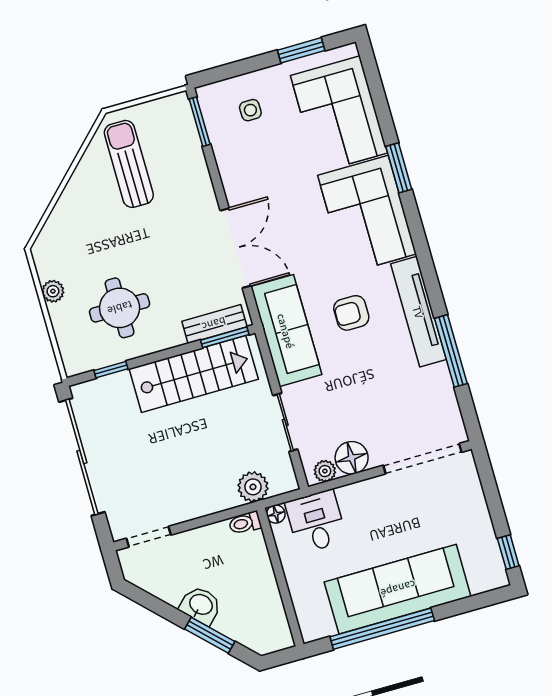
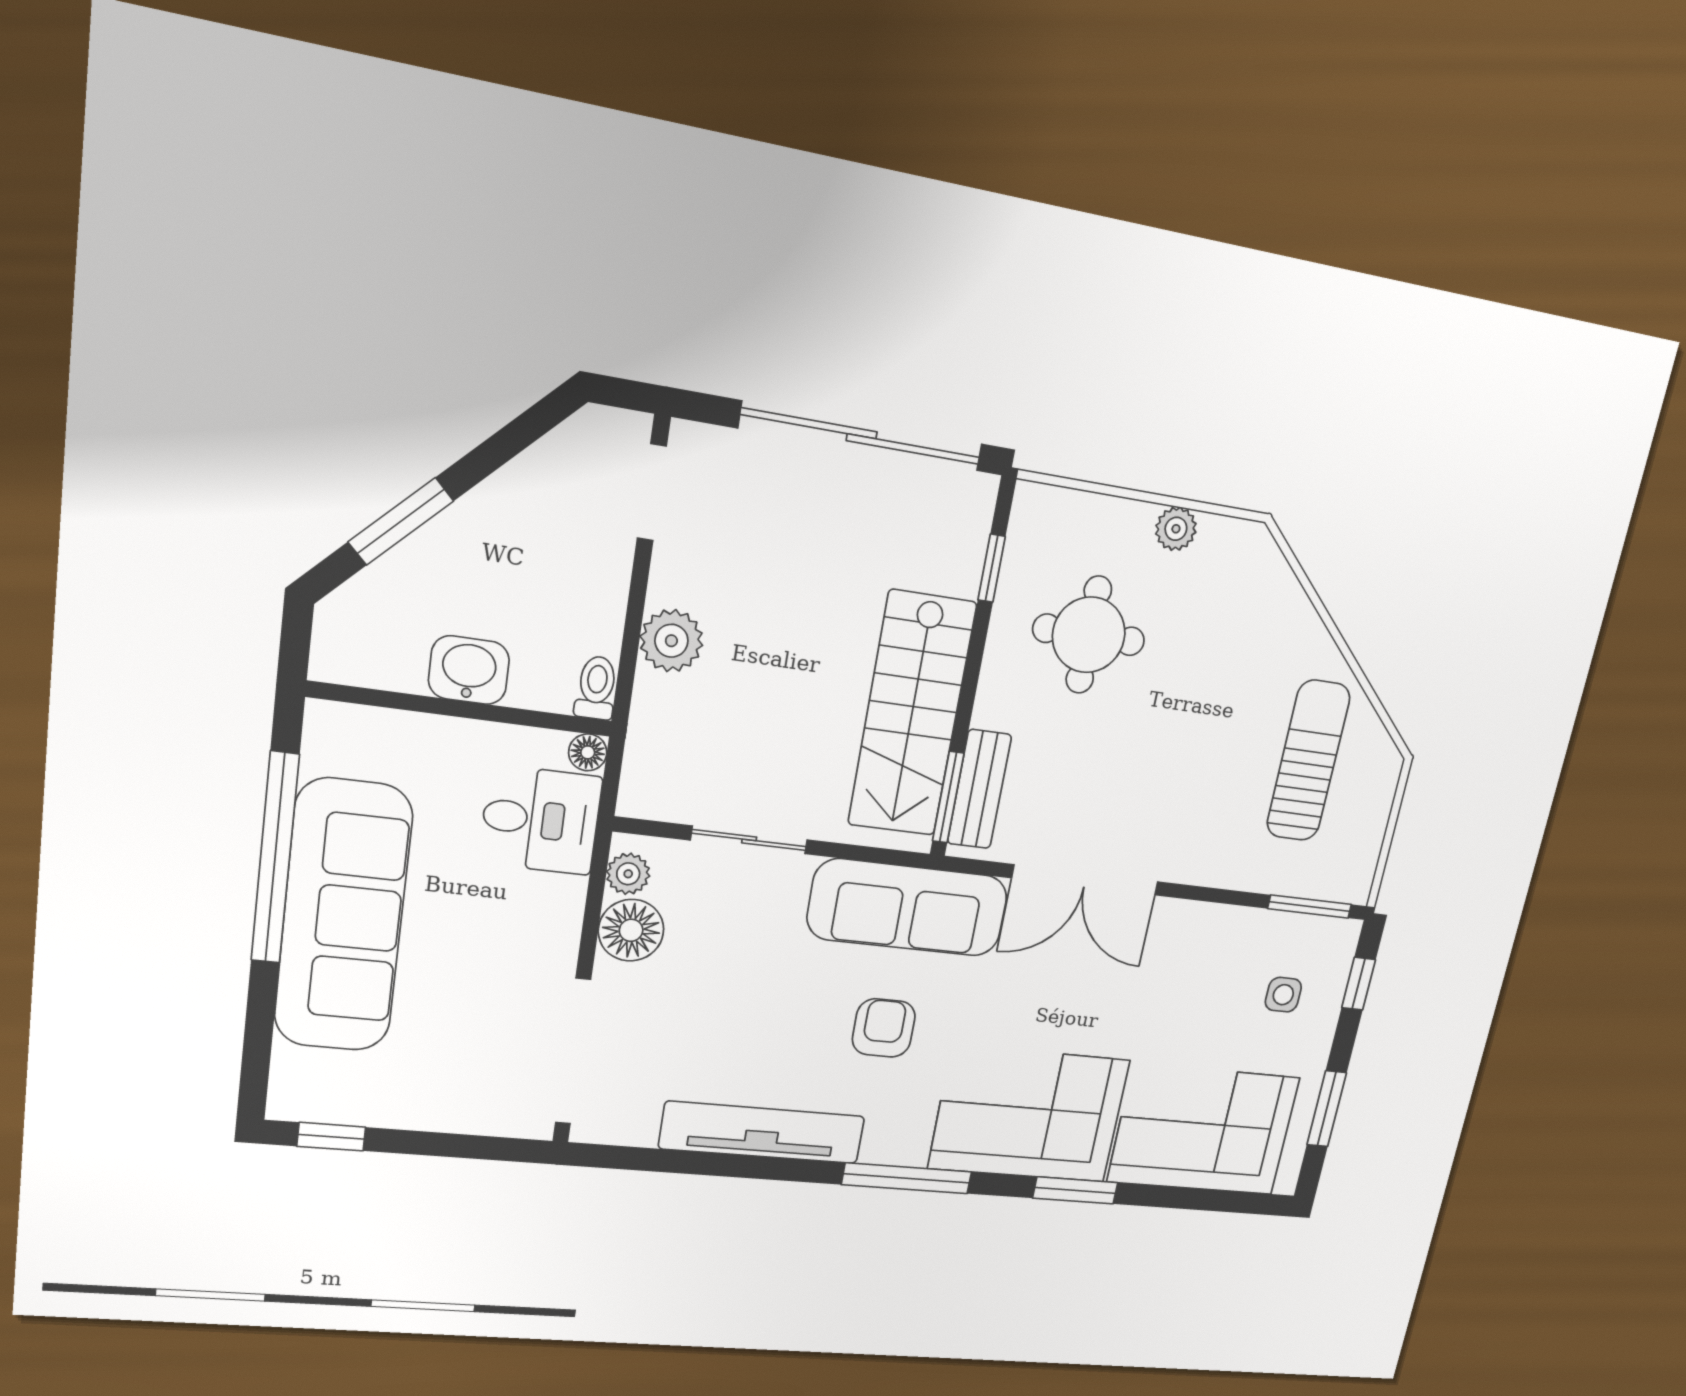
window: (228, 71) -> (1359, 984), added
sun lounger: (129, 164) -> (1308, 761), turned -90
tv unit: (418, 312) -> (762, 1132), moved
window: (451, 351) -> (907, 1178), moved
plant: (253, 487) -> (671, 641), moved
washbasin: (201, 605) -> (469, 670), moved, turned -135

